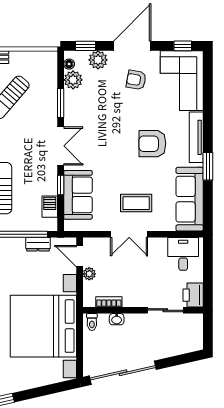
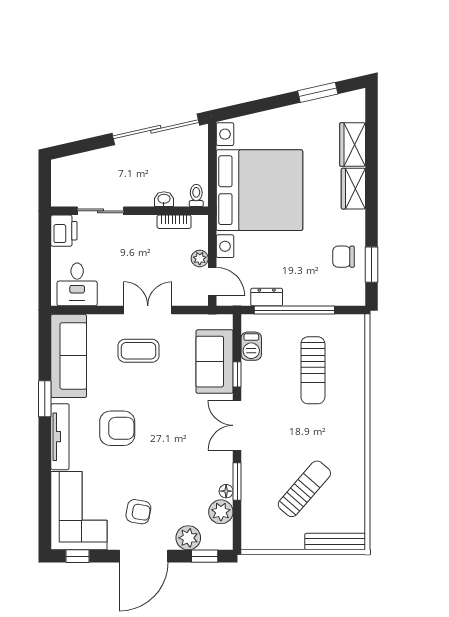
floor lamp: (69, 64) -> (226, 491), moved

